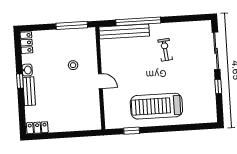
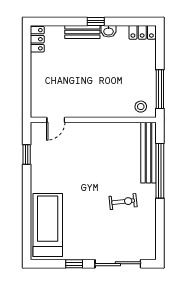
stool: (73, 65) -> (141, 107), moved
door: (100, 81) -> (56, 120), moved
treadmill: (156, 106) -> (48, 225), moved

